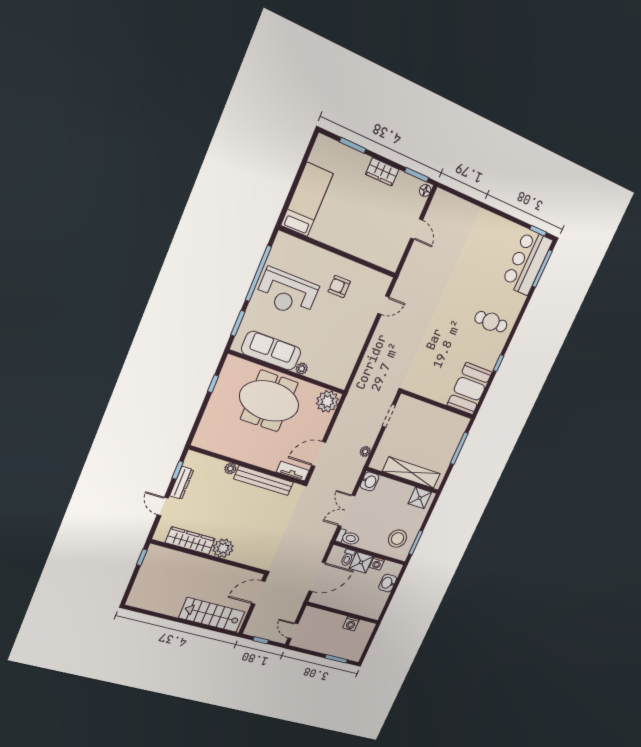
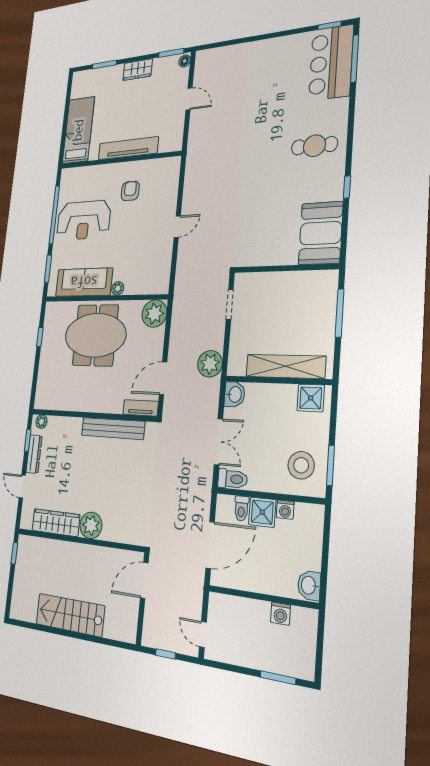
tv unit: (349, 245) -> (128, 148), added
armchair: (339, 287) -> (130, 191), turned 90
door: (383, 305) -> (177, 227), moved
plant: (365, 452) -> (210, 364), width x1.88, depth x1.88
plant: (230, 469) -> (41, 422), moved
double door: (346, 511) -> (218, 442), swing flipped
washbasin: (388, 583) -> (309, 585), moved
stairs: (212, 615) -> (70, 615), moved

